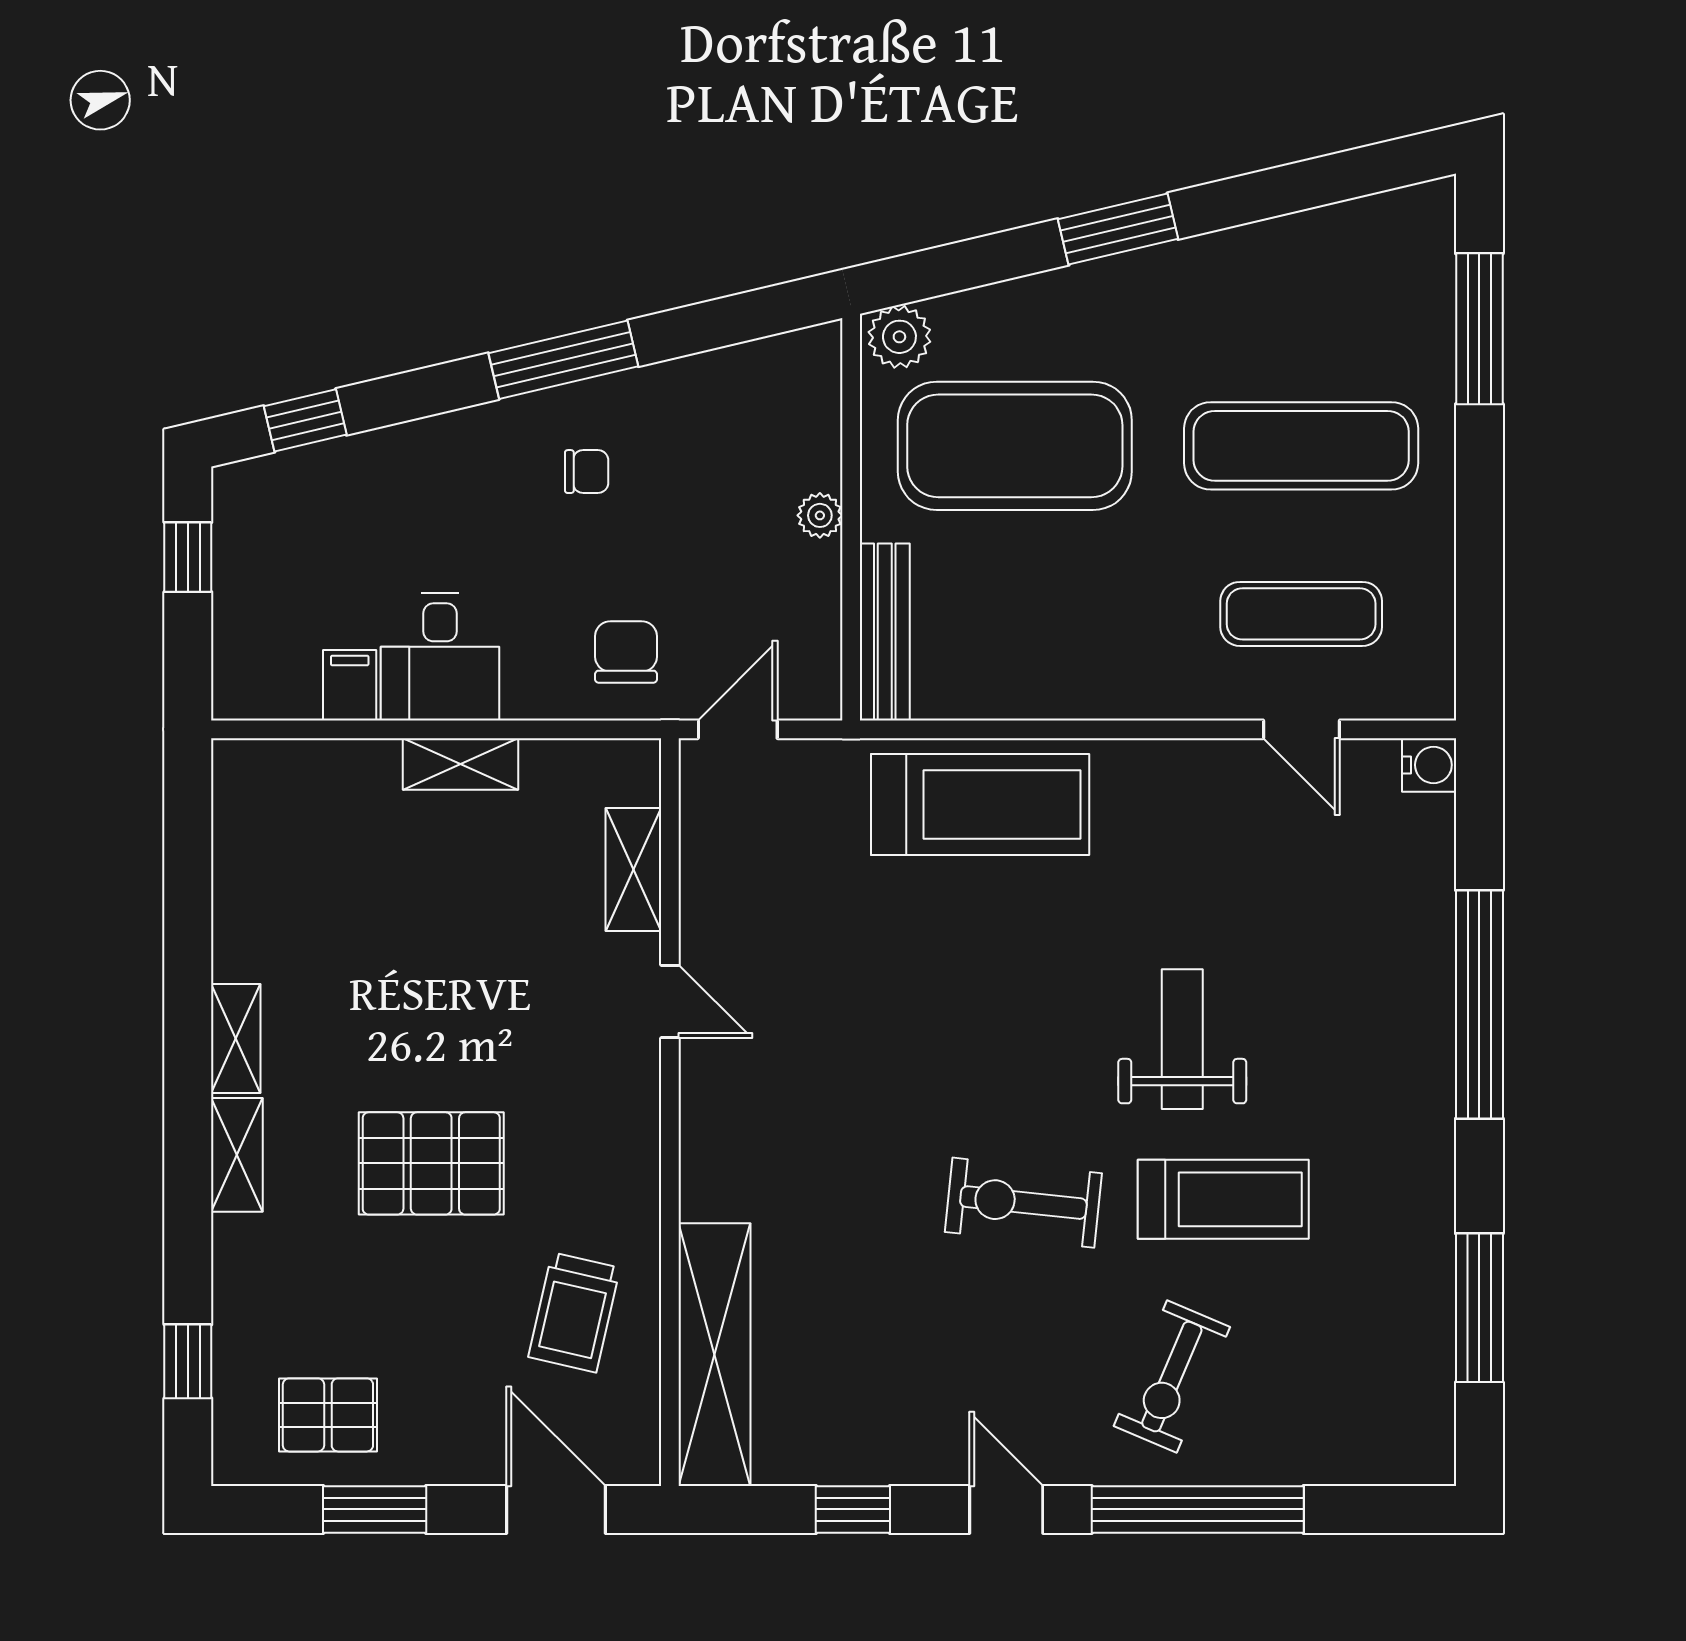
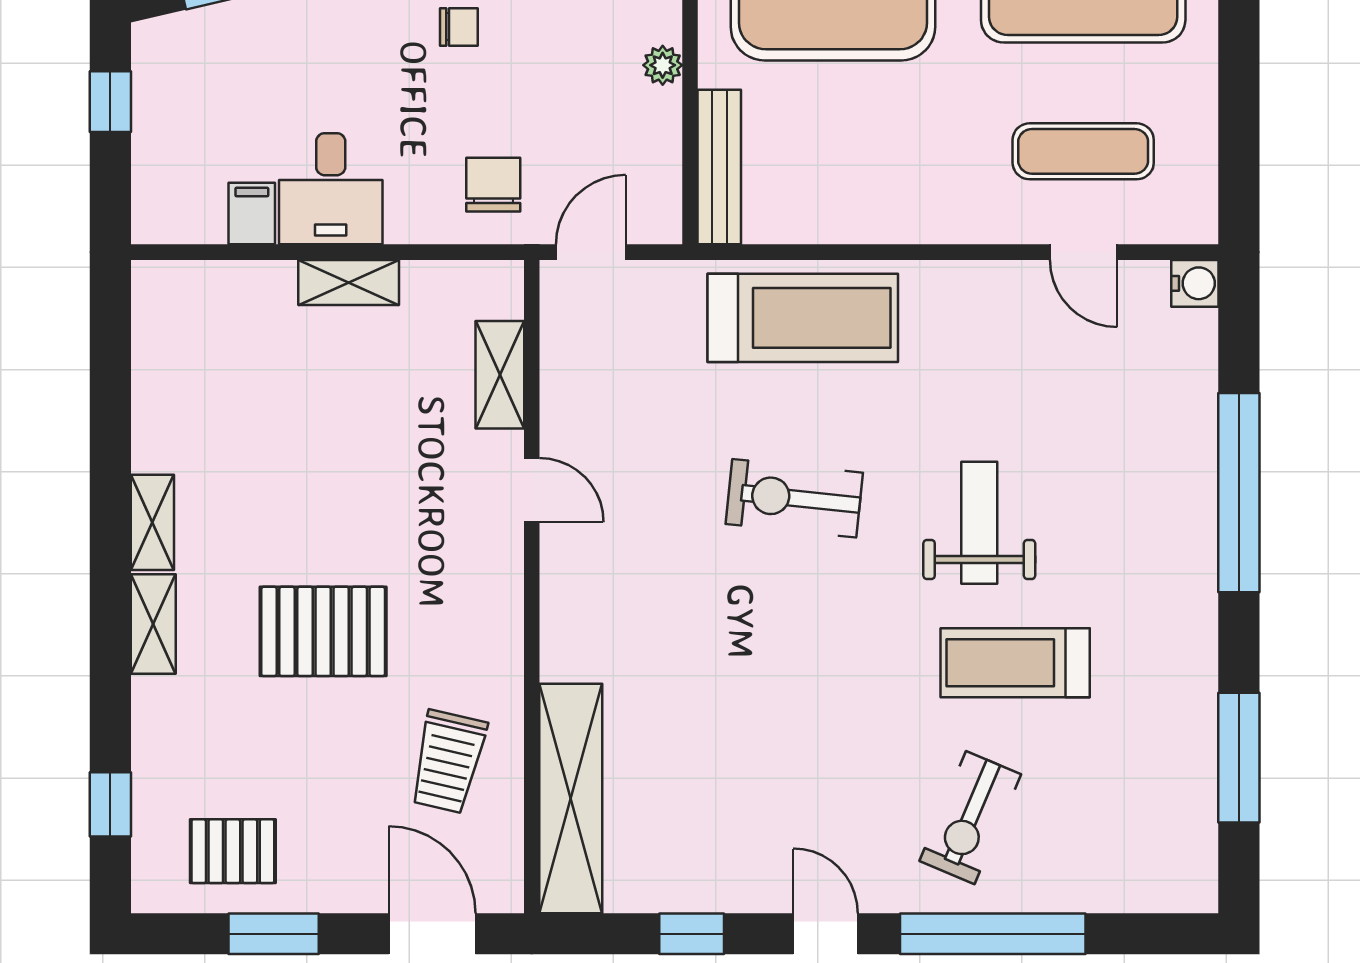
treadmill: (1223, 1199) -> (1015, 663), turned 180
exercise bike: (1023, 1203) -> (794, 498), moved

